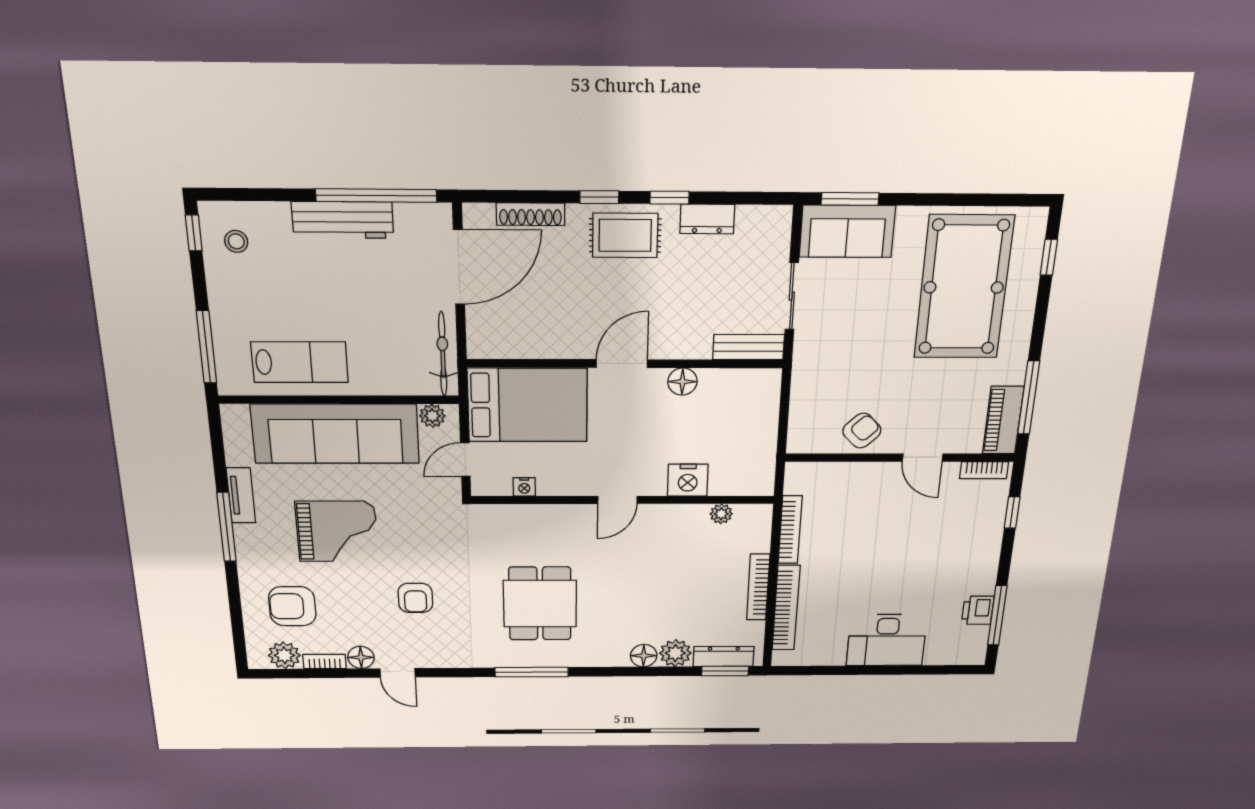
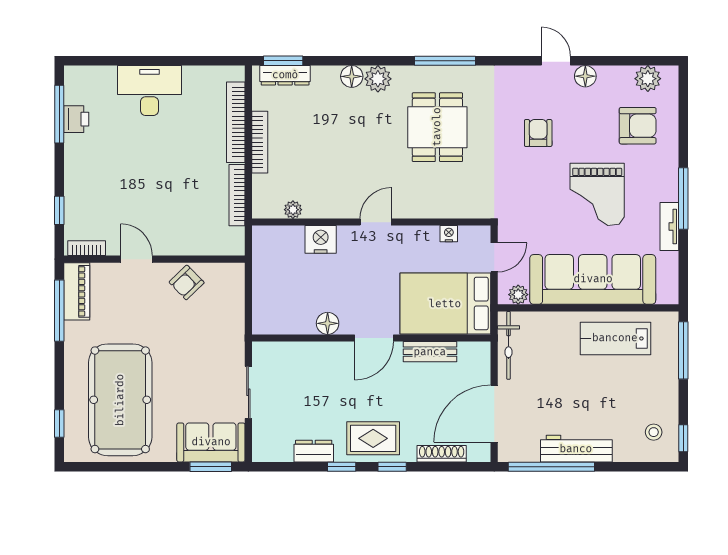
bench: (749, 347) -> (430, 352), moved
grand piano: (337, 531) -> (597, 194), turned -90
plant: (675, 653) -> (378, 79), moved
bookcase: (325, 662) -> (615, 72), removed

